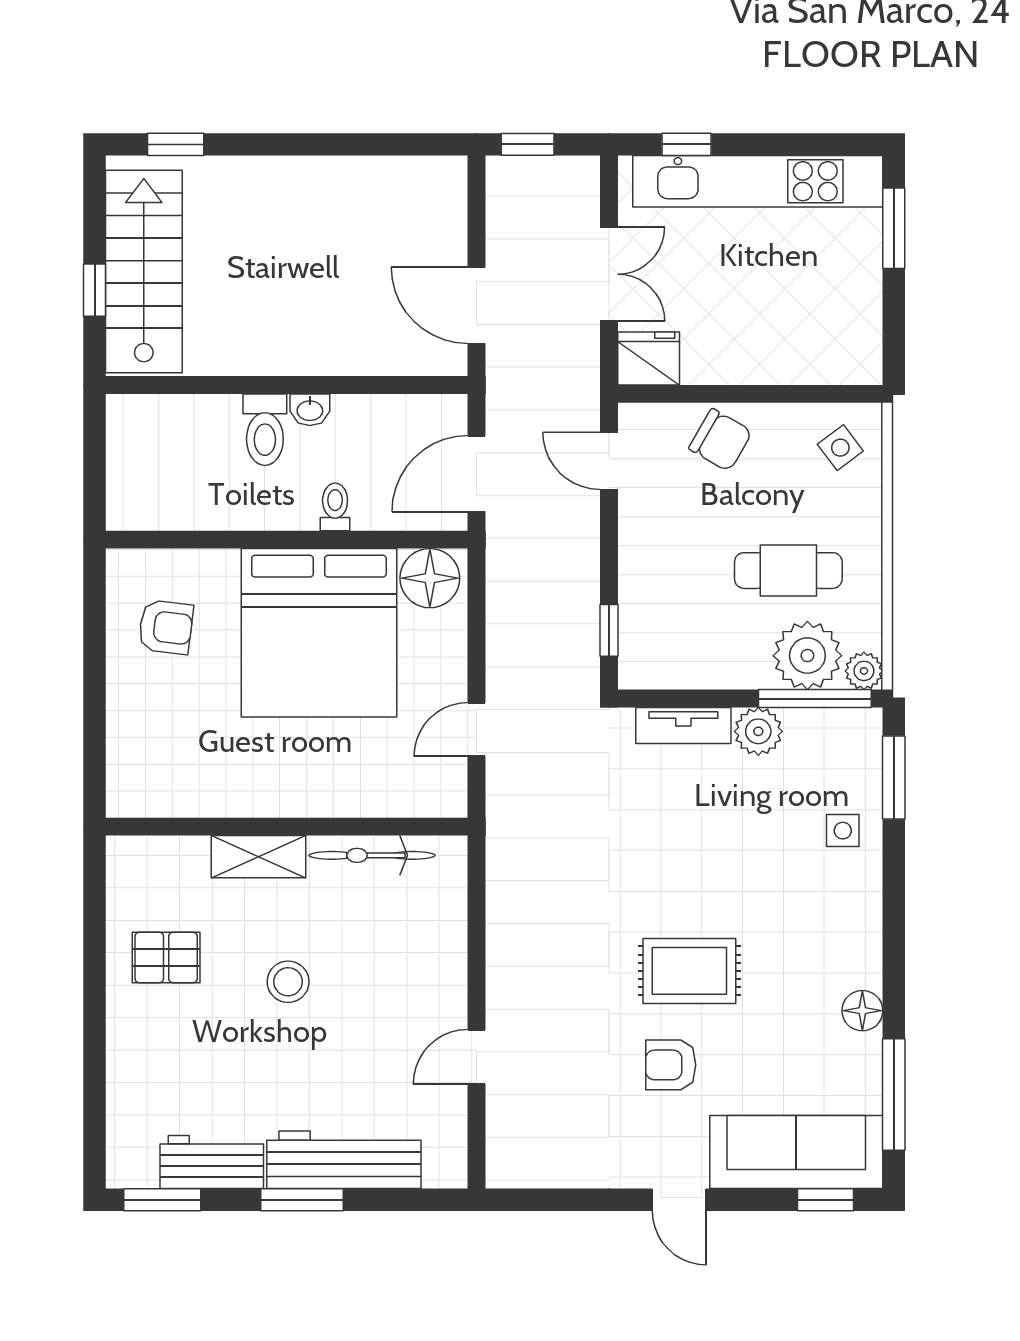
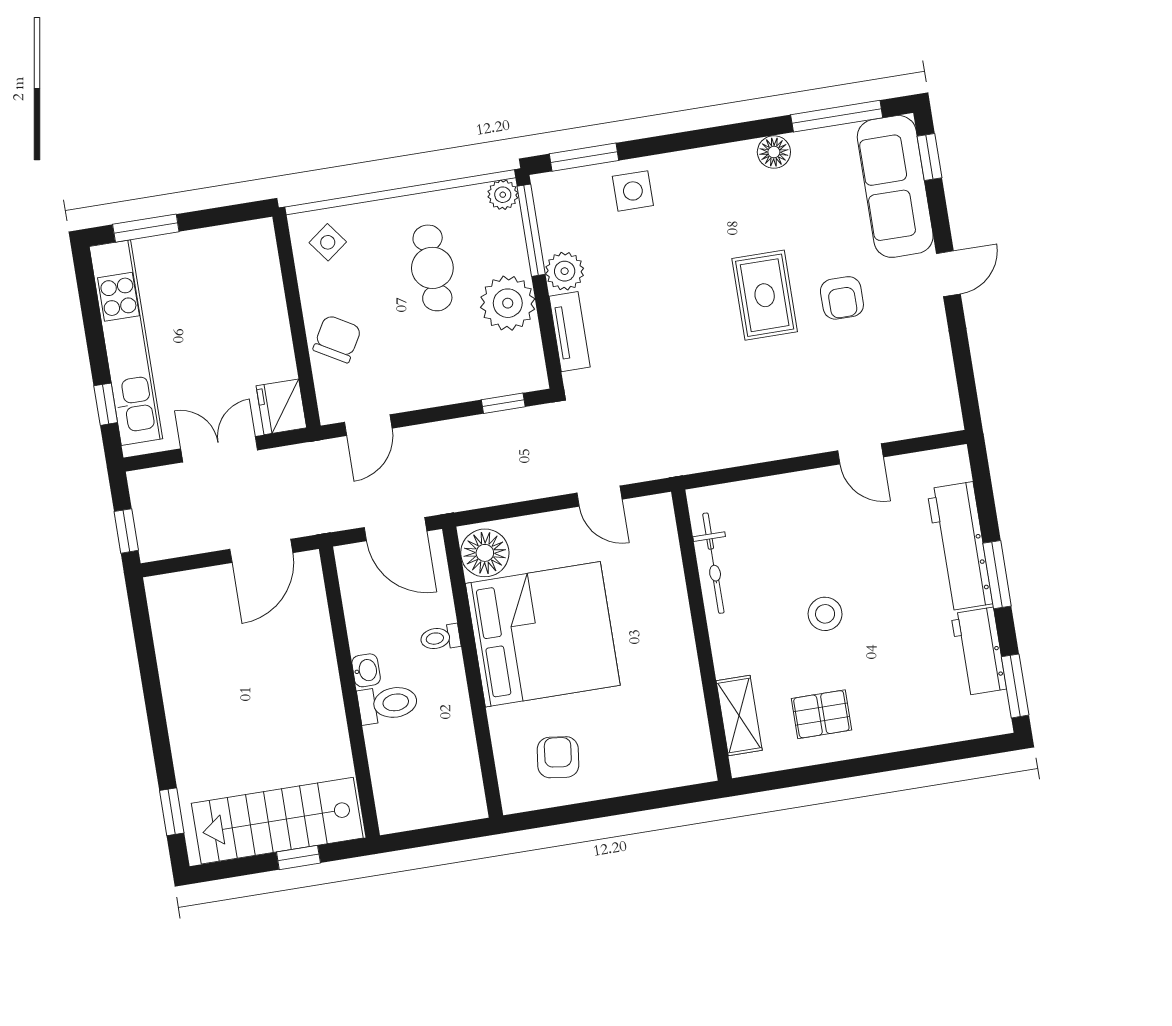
plant: (807, 656) -> (508, 303), moved
side table: (843, 831) -> (633, 191), width x1.37, depth x1.37
shelving: (258, 857) -> (739, 715), moved
pallet: (166, 957) -> (821, 714), turned 90

